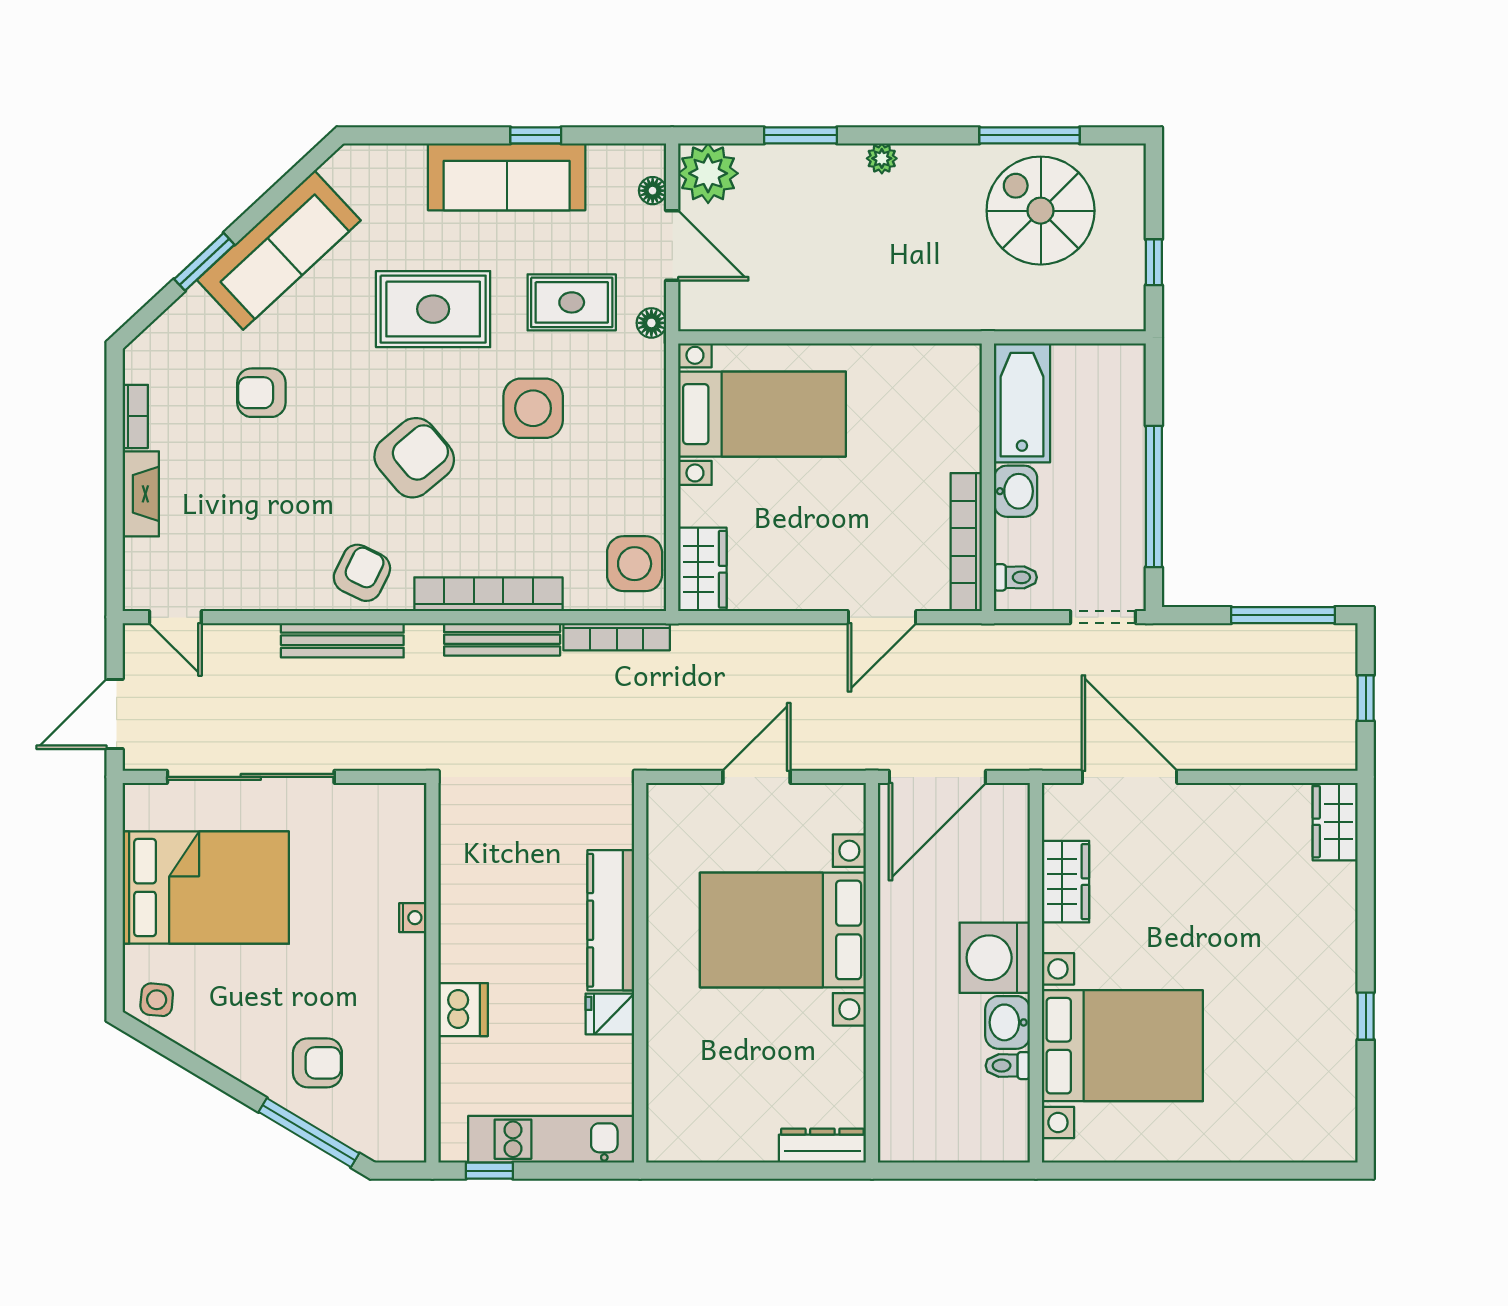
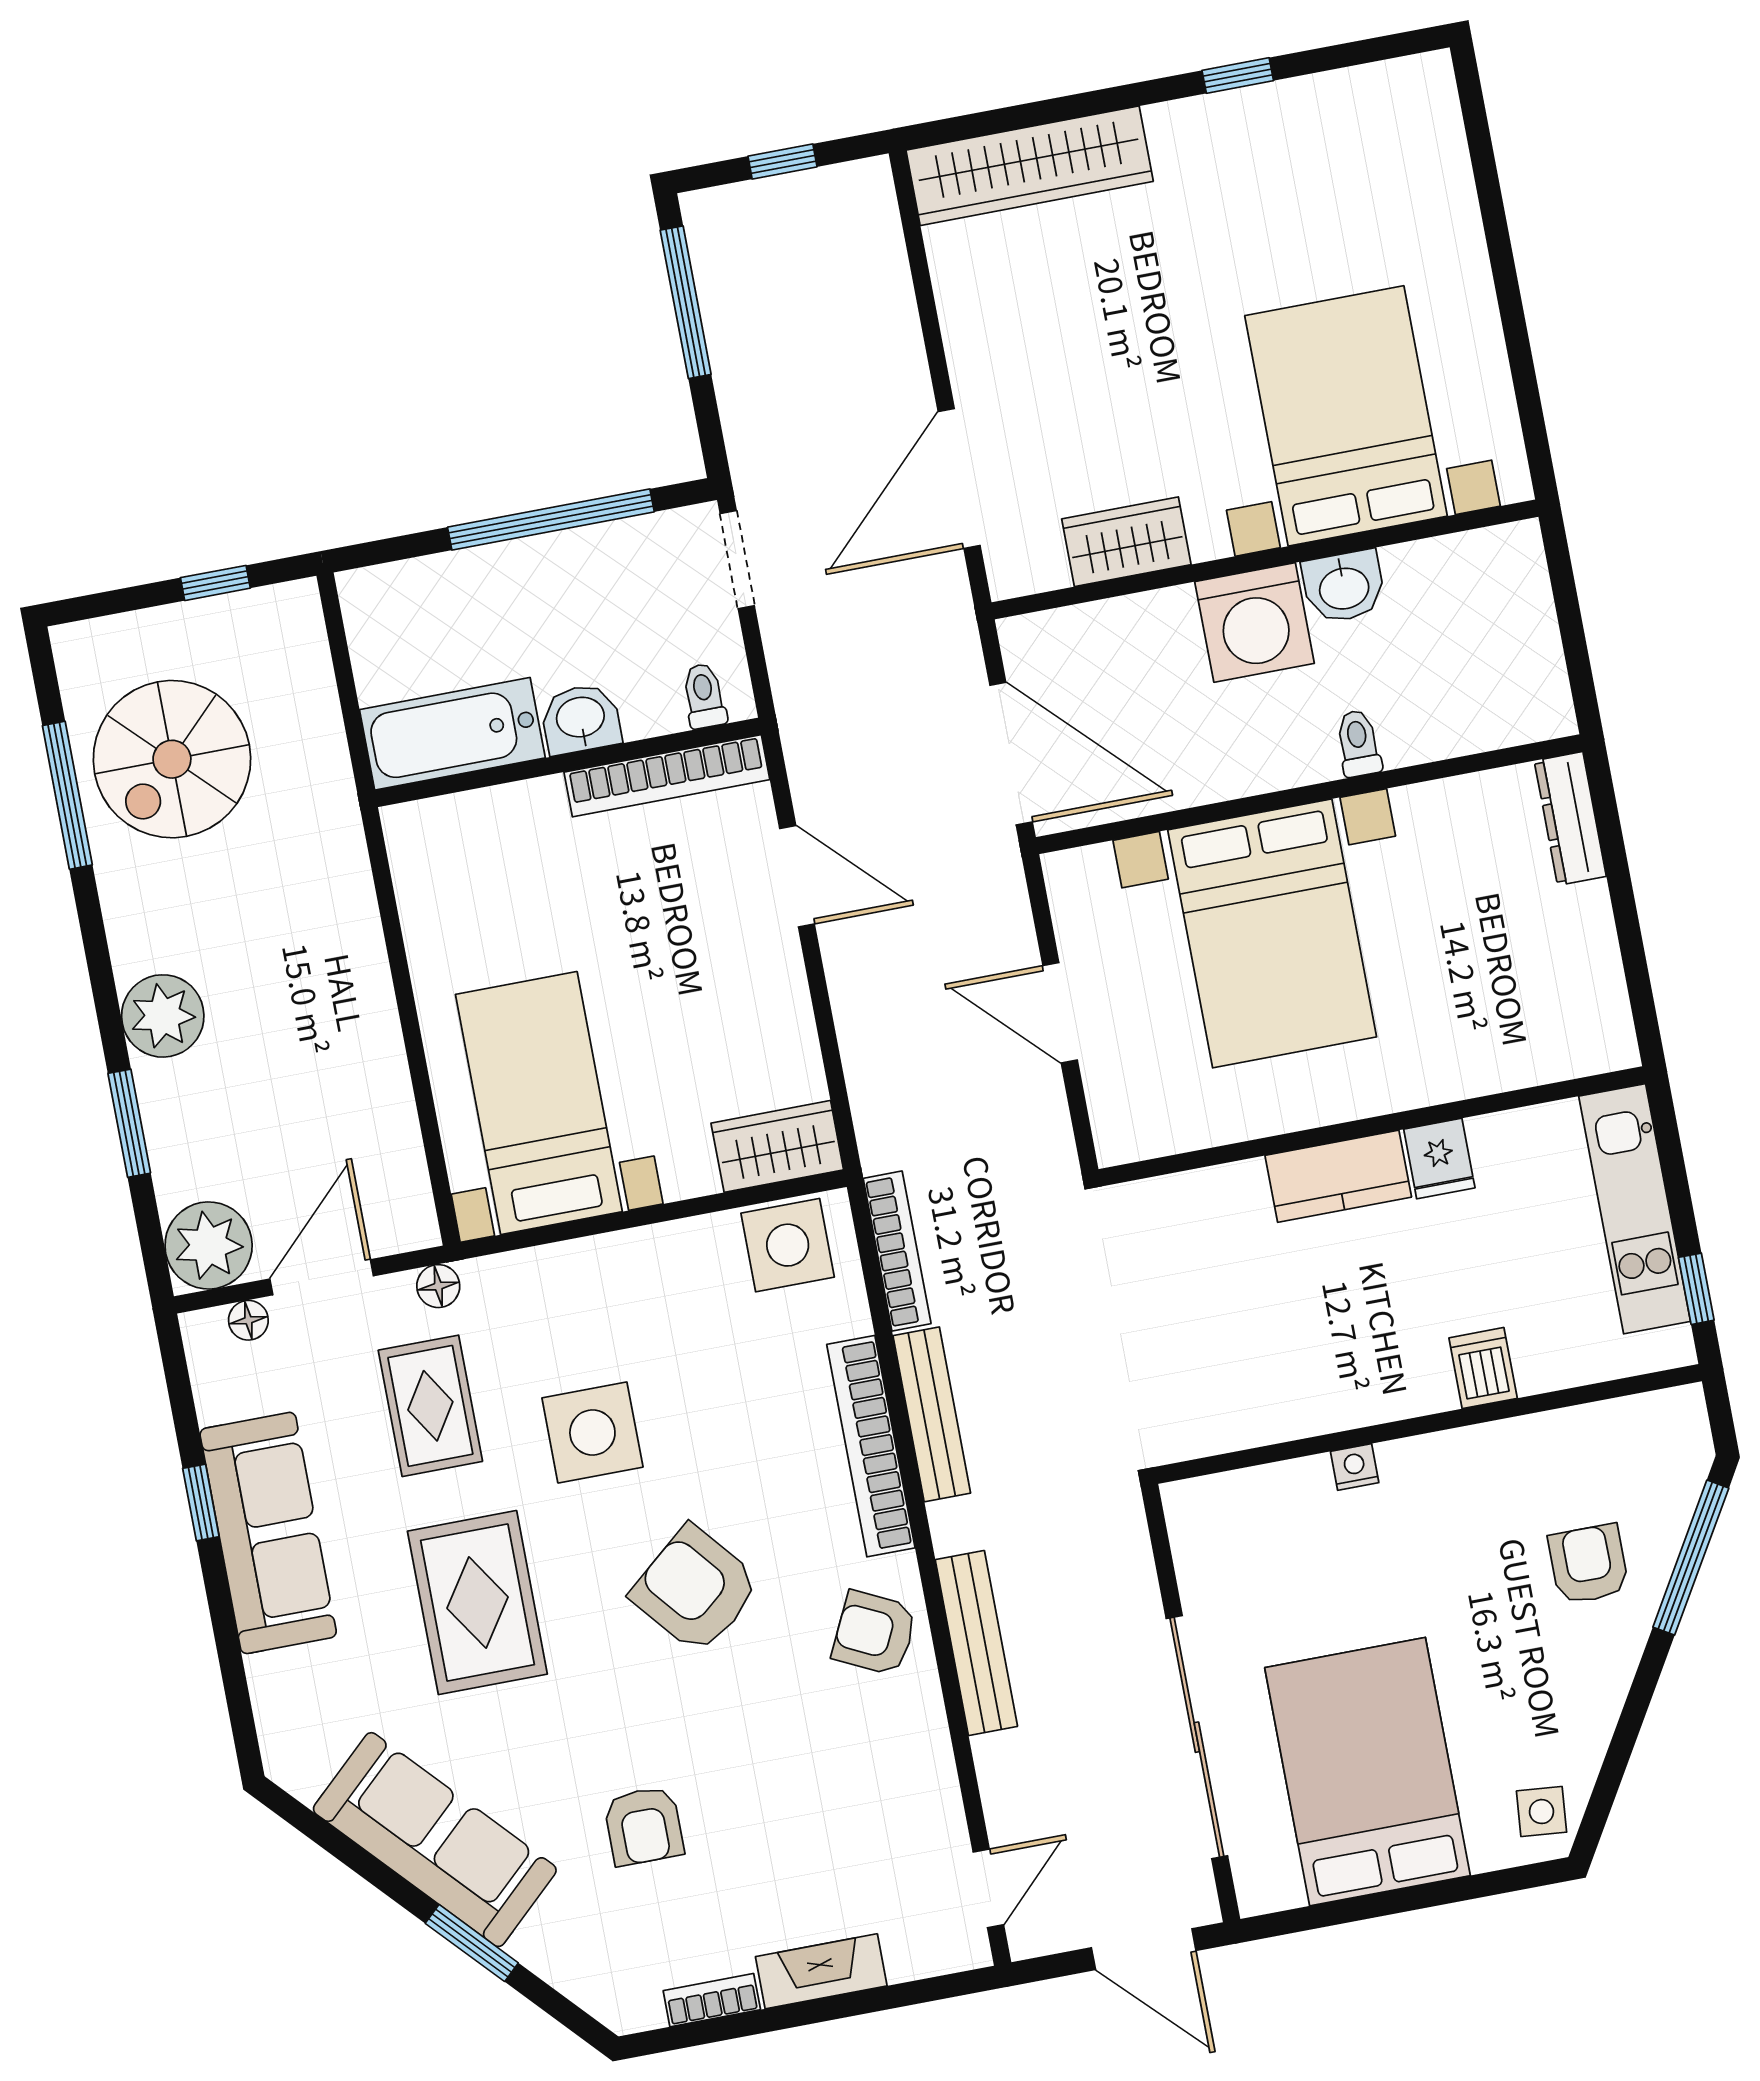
plant: (882, 158) -> (163, 1016), width x1.87, depth x1.87
wardrobe: (1335, 822) -> (1030, 166), width x2.10, depth x1.17
kitchen counter: (611, 920) -> (1338, 1176), width x0.67
dishwasher: (463, 1010) -> (1483, 1368), width x0.73
toilet: (1008, 1066) -> (1358, 743), moved, turned 180

